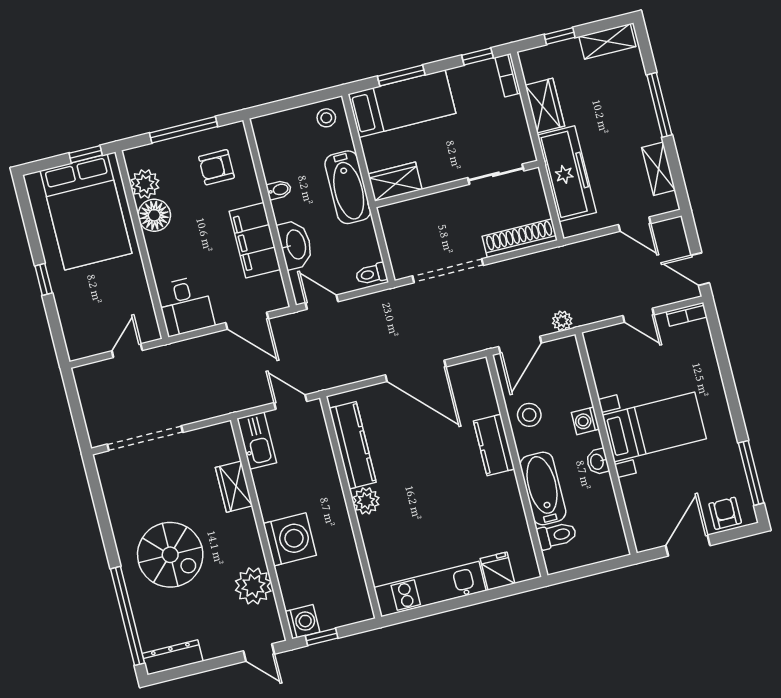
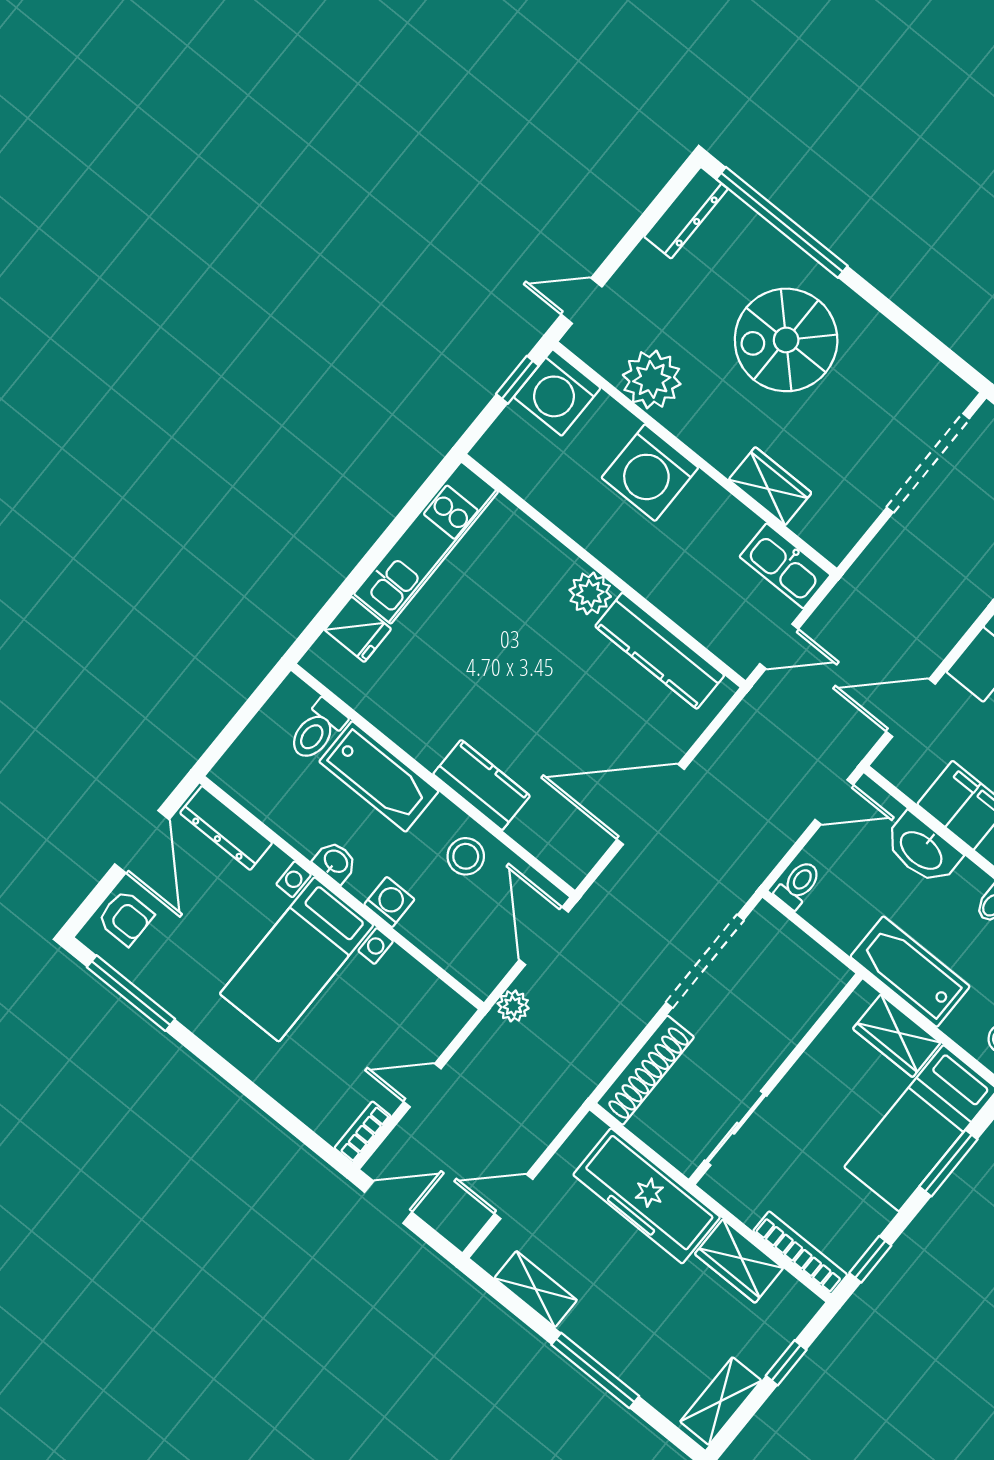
bookcase: (508, 75) -> (800, 1253), width x1.56
wardrobe: (395, 182) -> (897, 1036), moved, turned 90
dresser: (640, 520) -> (226, 828), added
washing machine: (302, 622) -> (557, 393), width x1.37, depth x1.37

